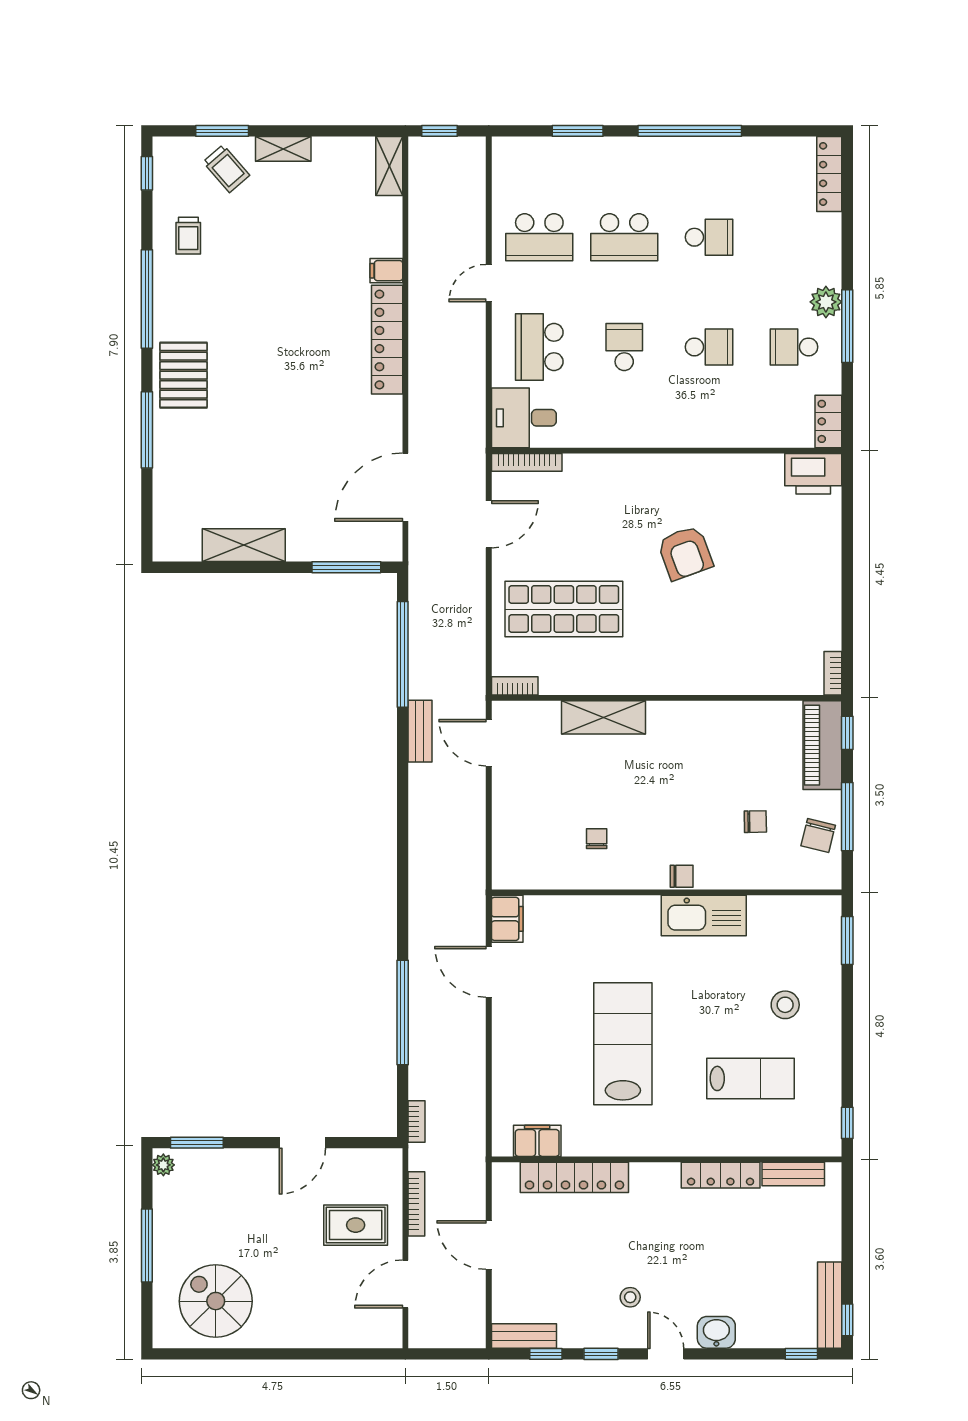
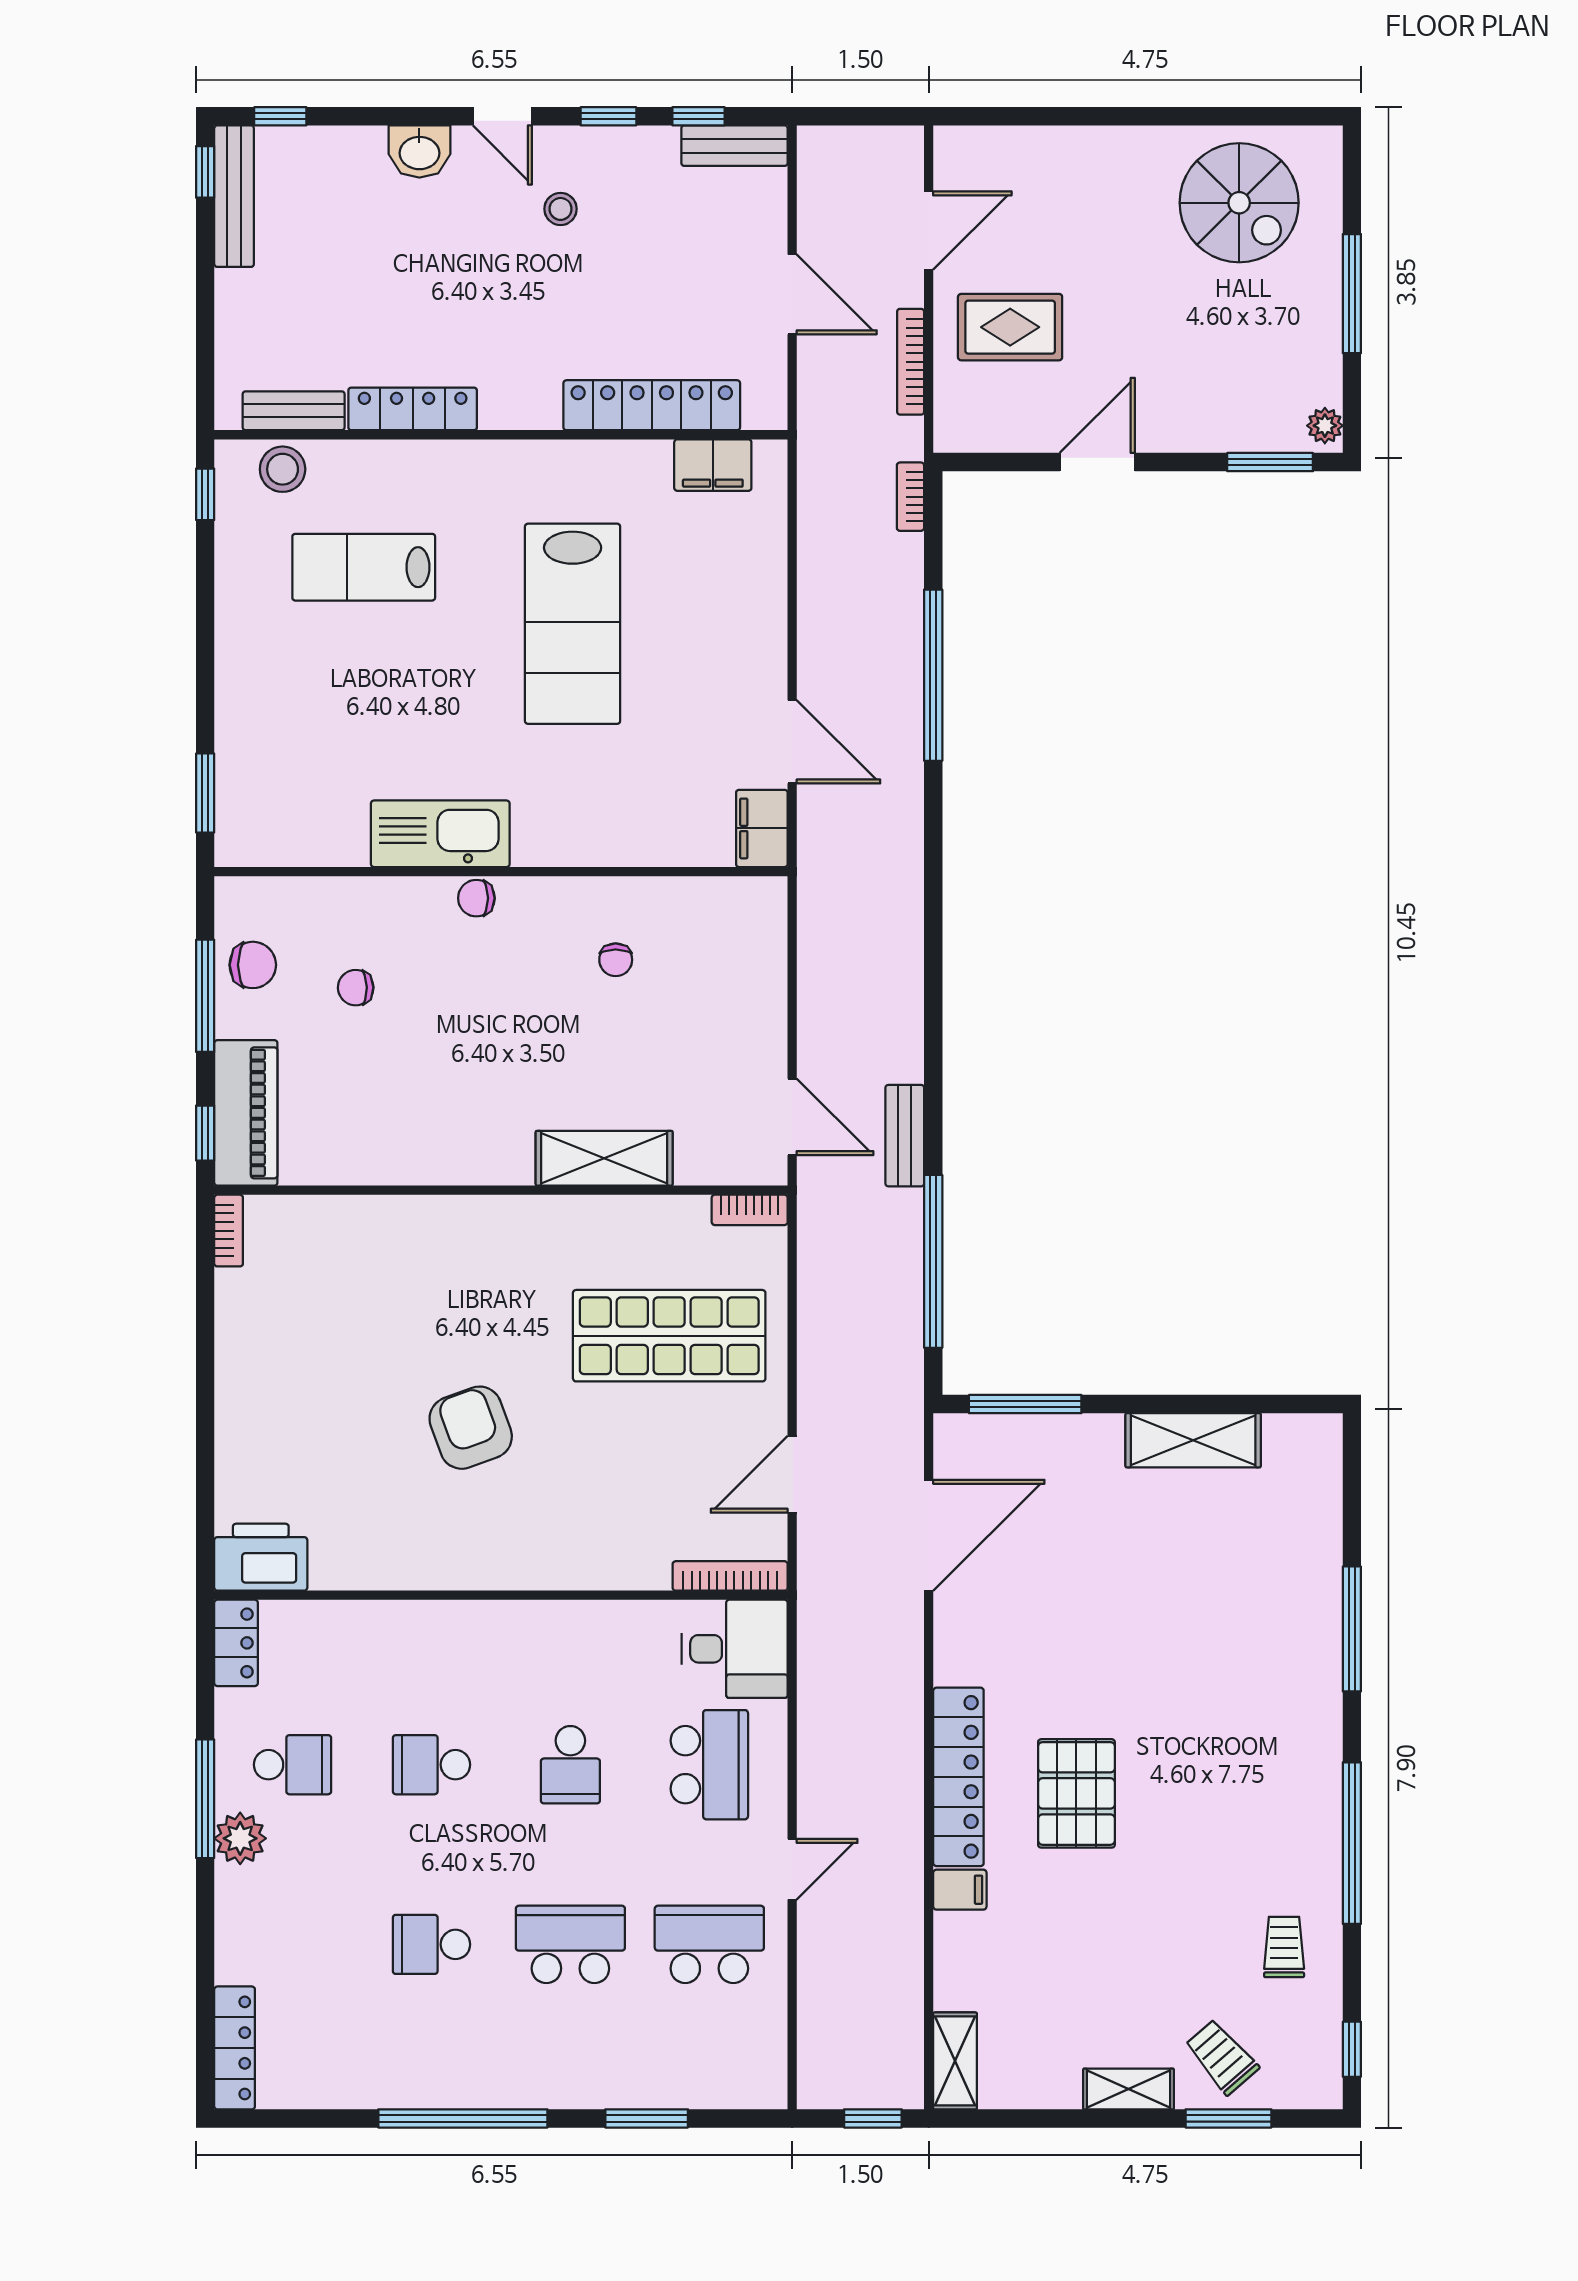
pallet: (184, 375) -> (1076, 1793), moved
chair: (818, 835) -> (253, 965), turned 76
stool: (785, 1005) -> (283, 469), moved

